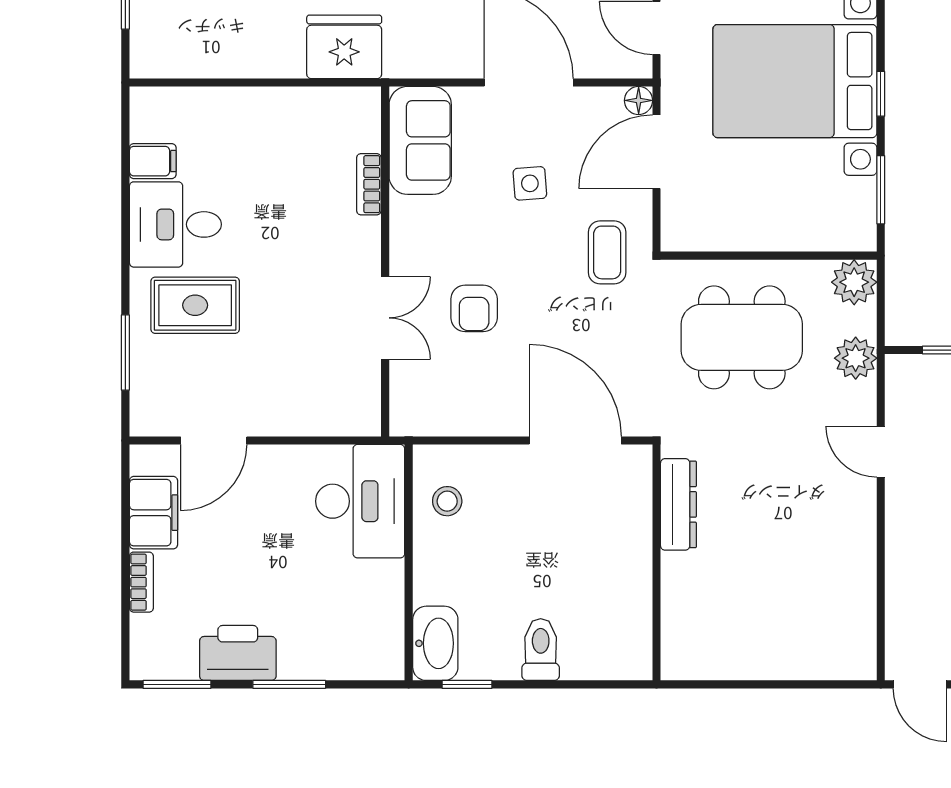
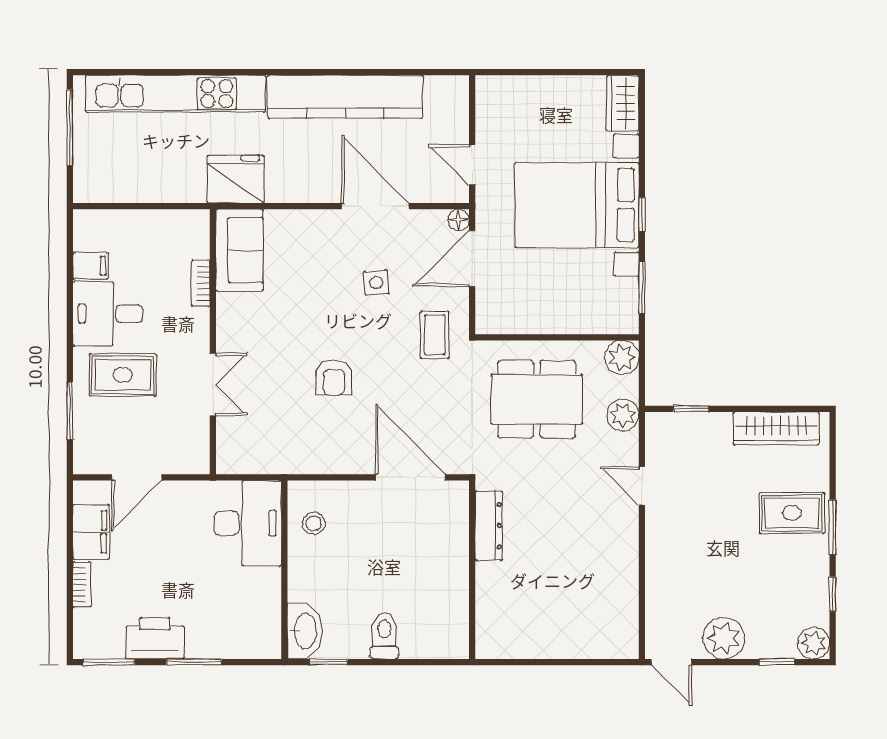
sofa: (420, 140) -> (239, 250), moved
bookcase: (369, 184) -> (201, 283), moved
wall: (385, 261) -> (213, 342), moved
double door: (385, 318) -> (213, 385), moved

